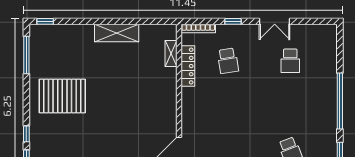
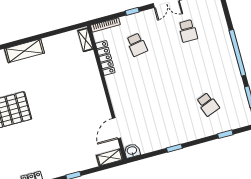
shelving: (117, 33) -> (24, 51), moved
shelving: (171, 54) -> (85, 40), moved

